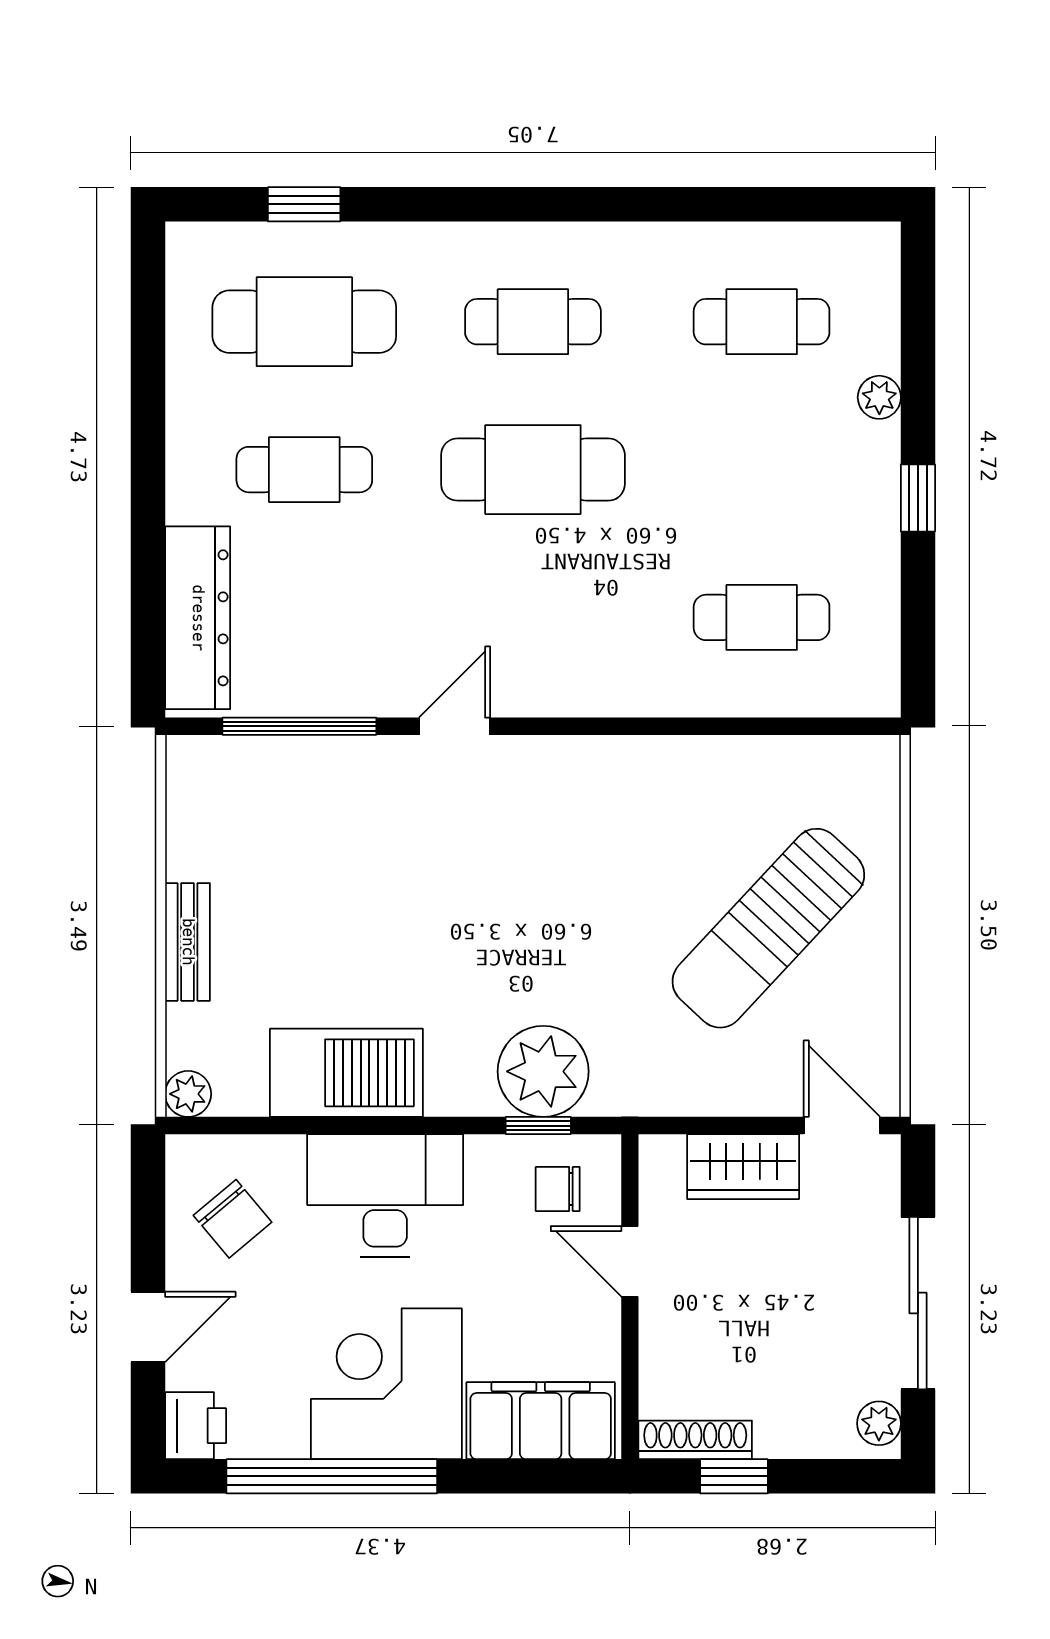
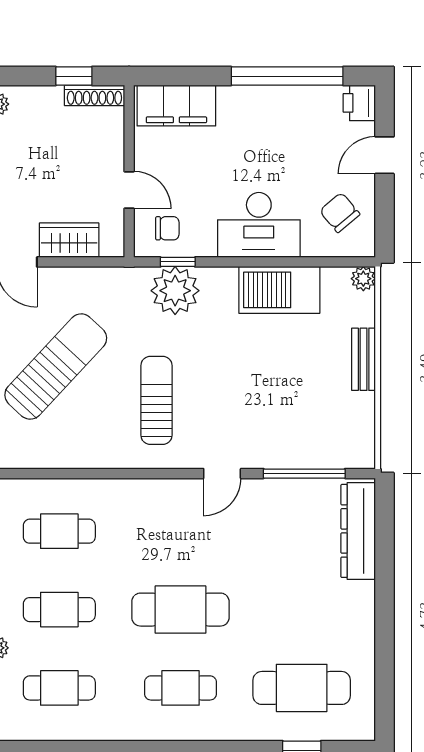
cafe table: (304, 470) -> (59, 610), moved
sun lounger: (578, 864) -> (156, 400), added
corner desk: (386, 1384) -> (258, 125), removed

